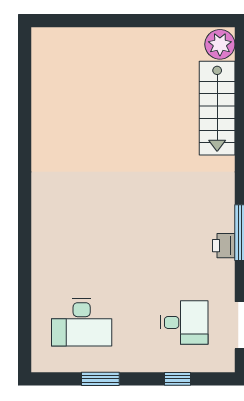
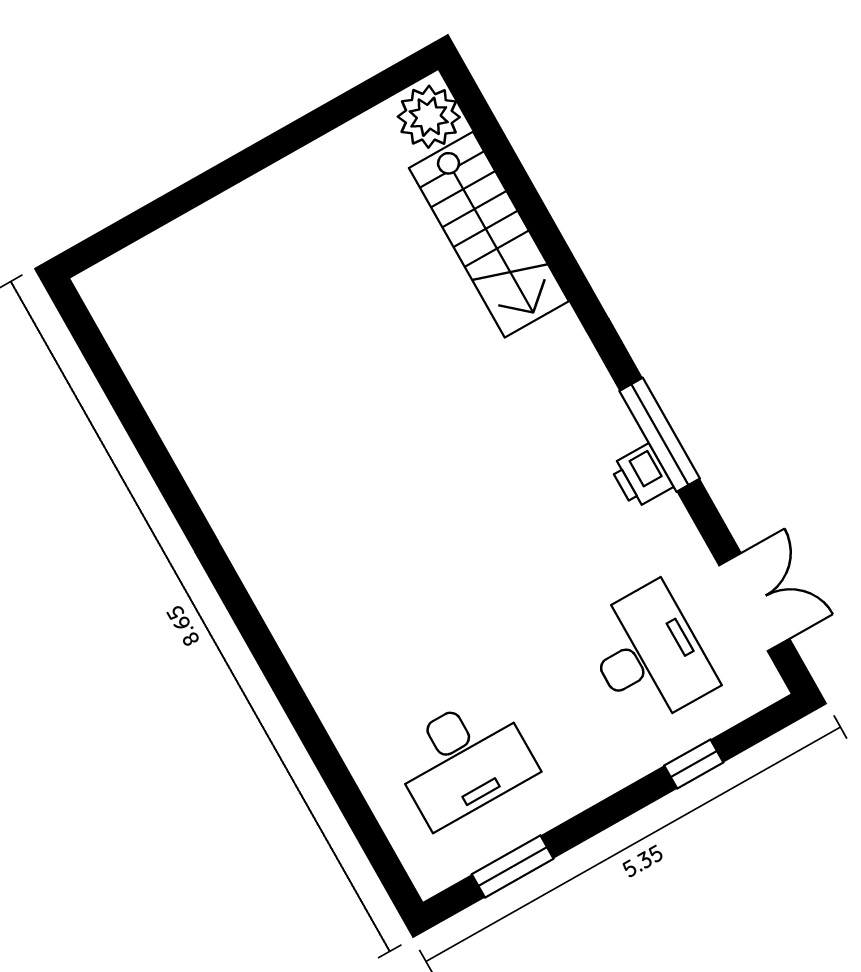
desk: (184, 322) -> (649, 655), width x1.37
window: (100, 379) -> (513, 866), moved

